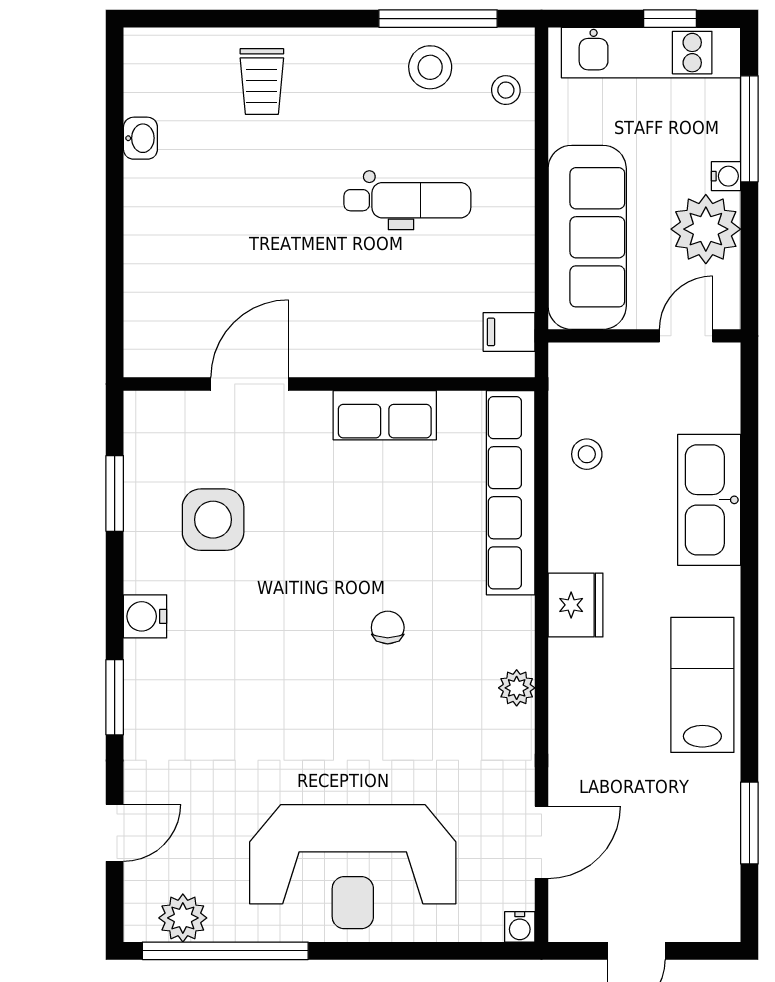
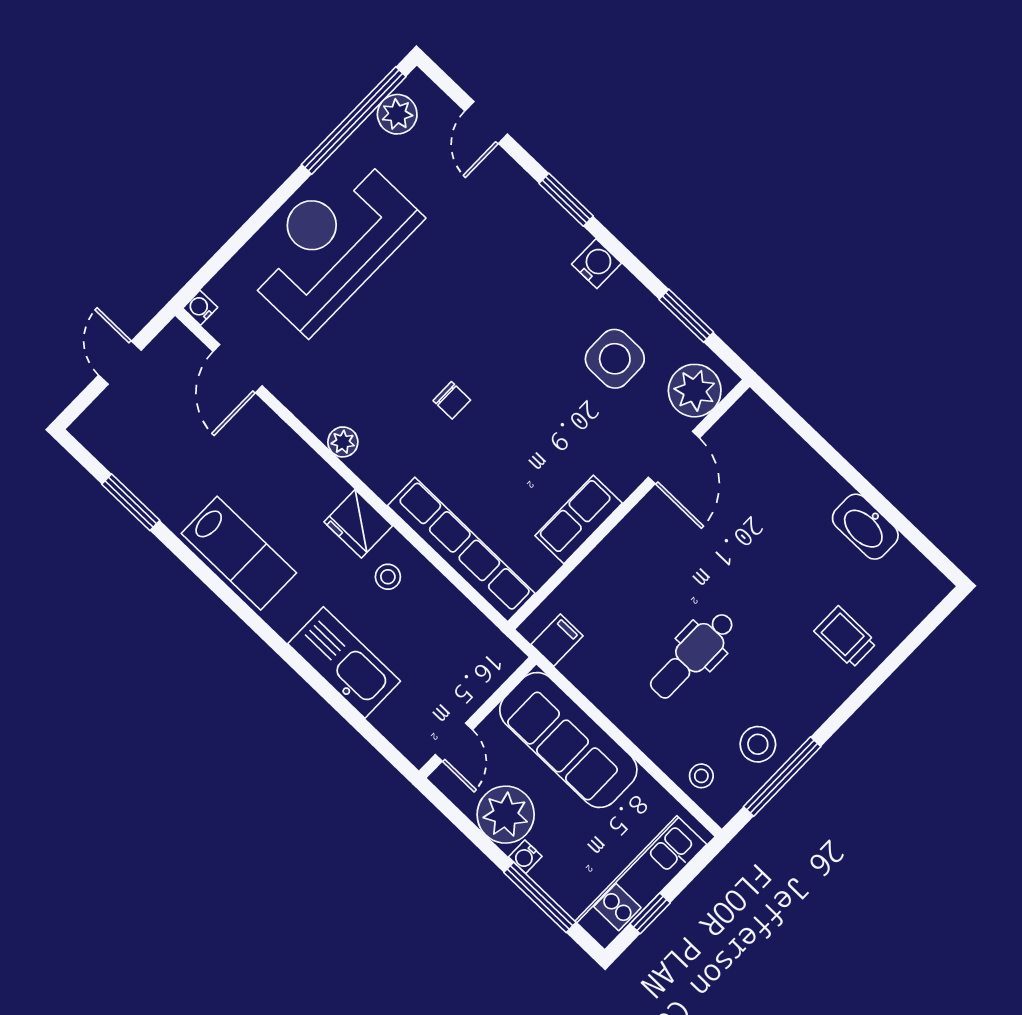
washbasin: (140, 138) -> (865, 527), width x1.91, depth x1.45
plant: (173, 423) -> (695, 391), added
stool: (587, 454) -> (388, 577), moved

